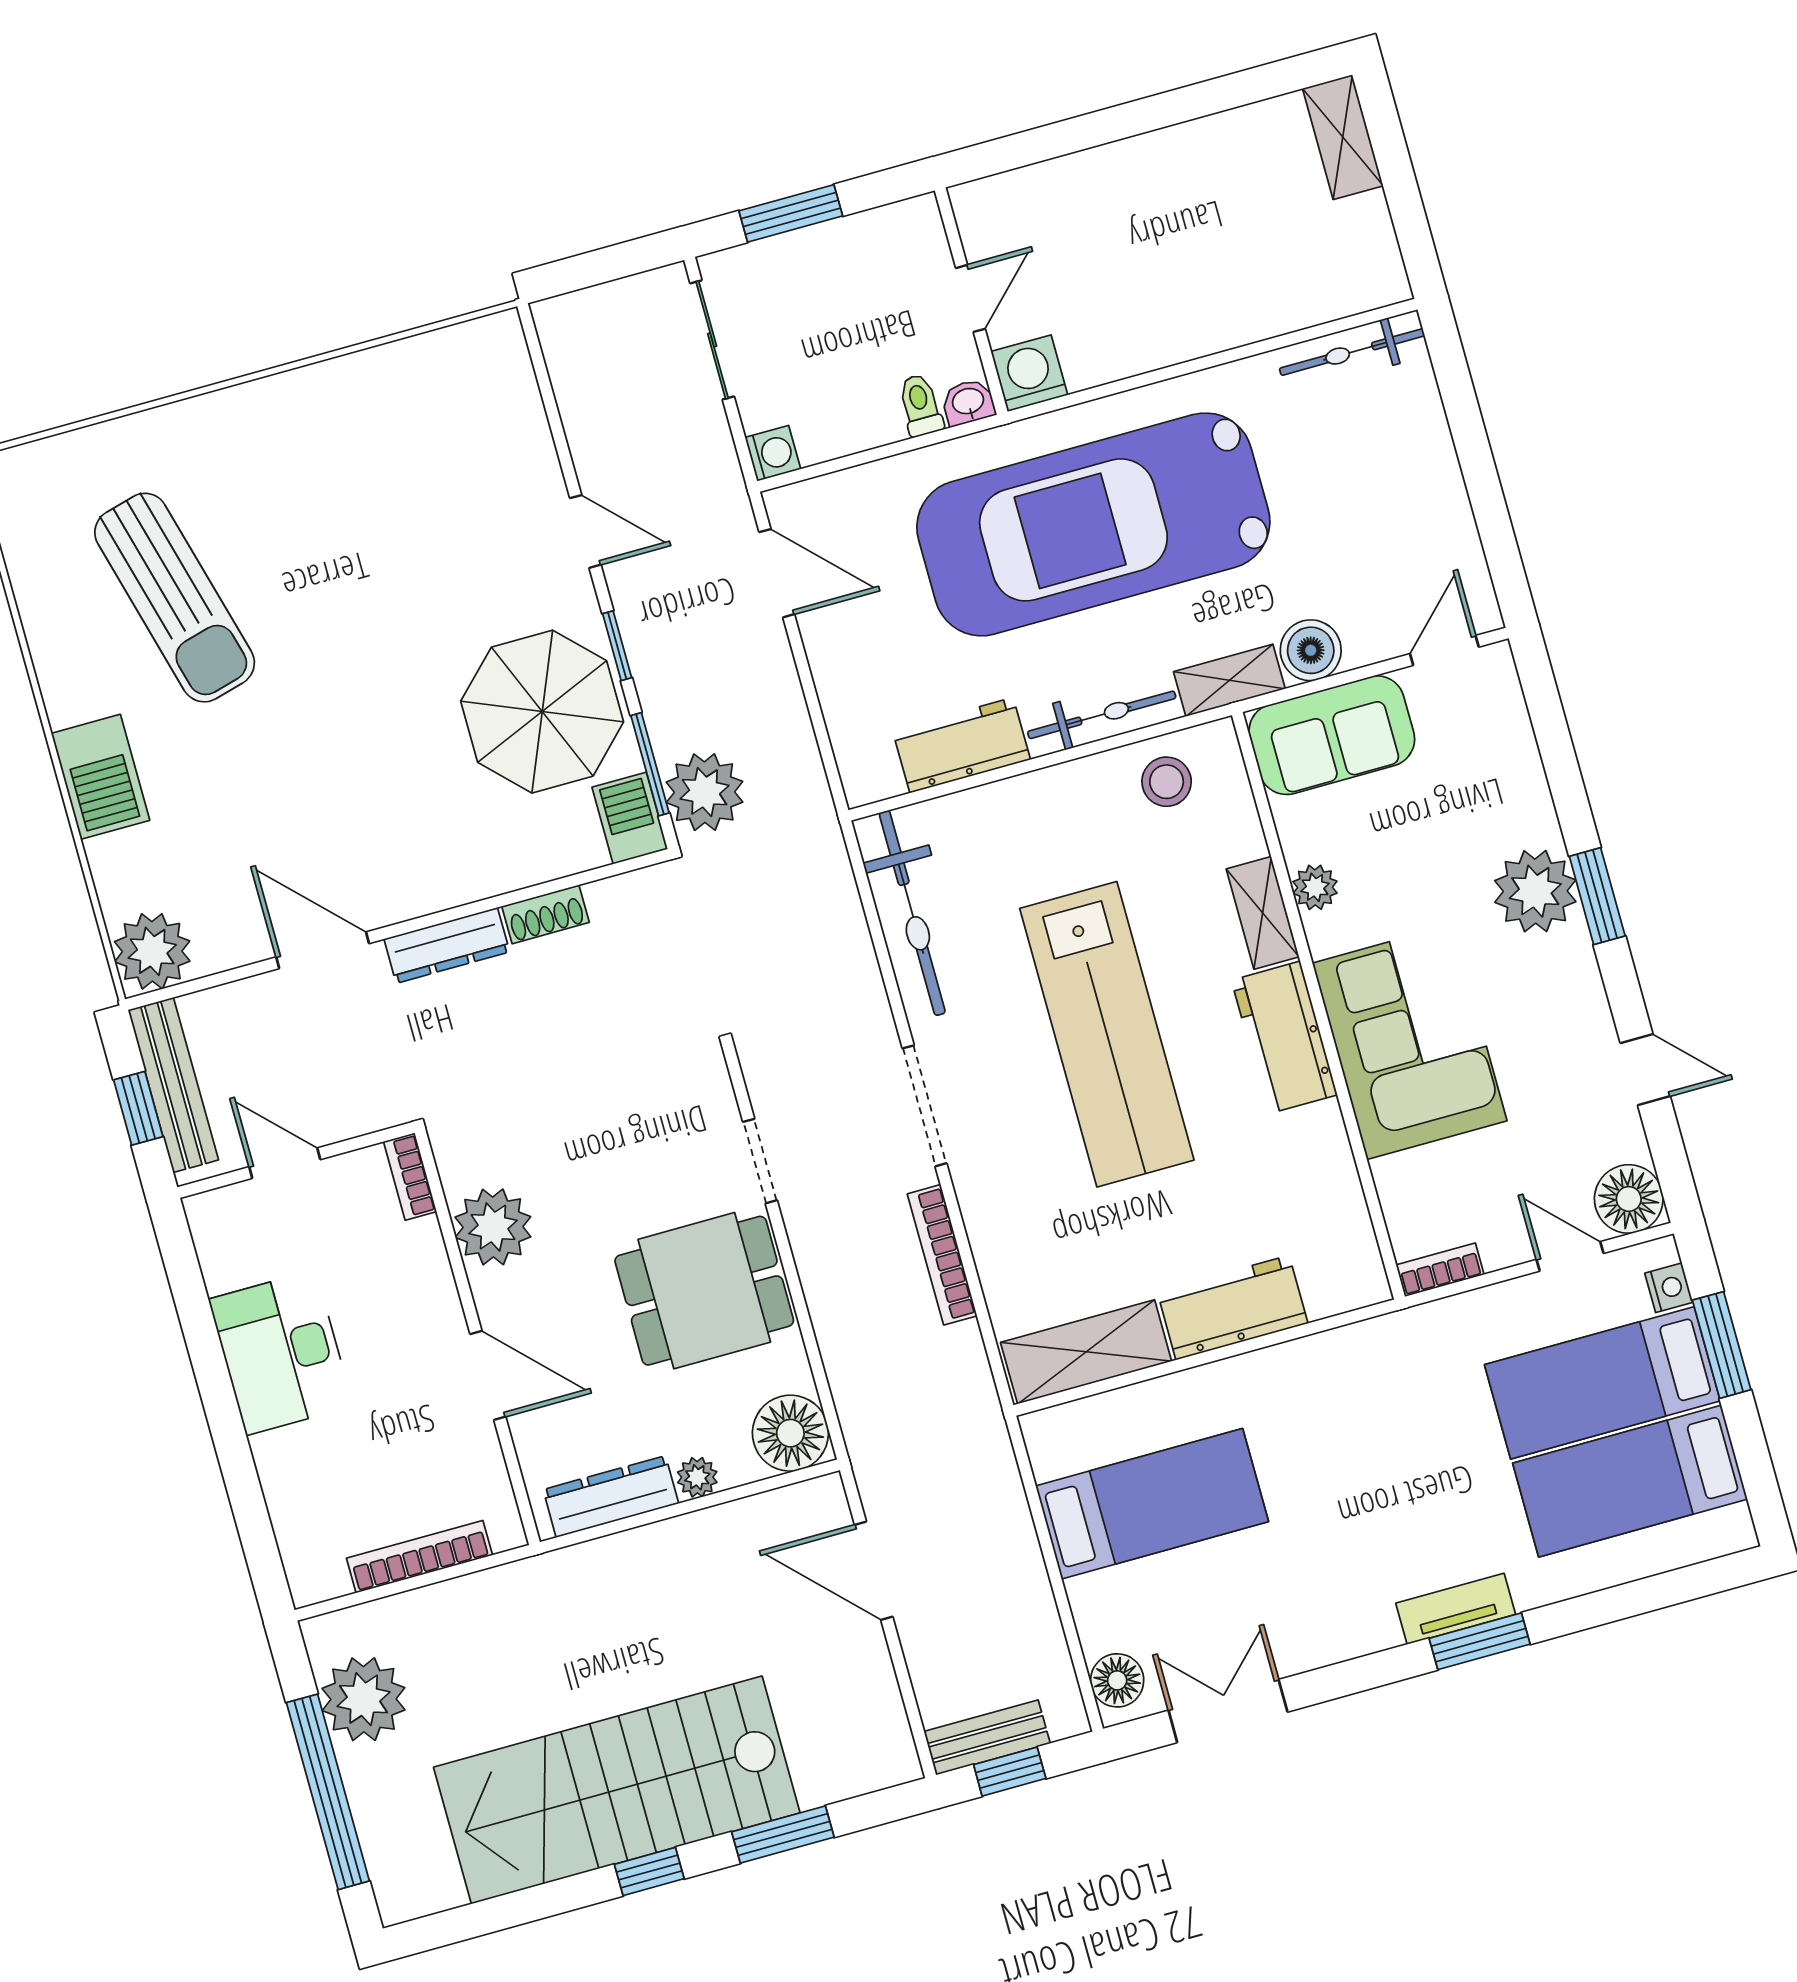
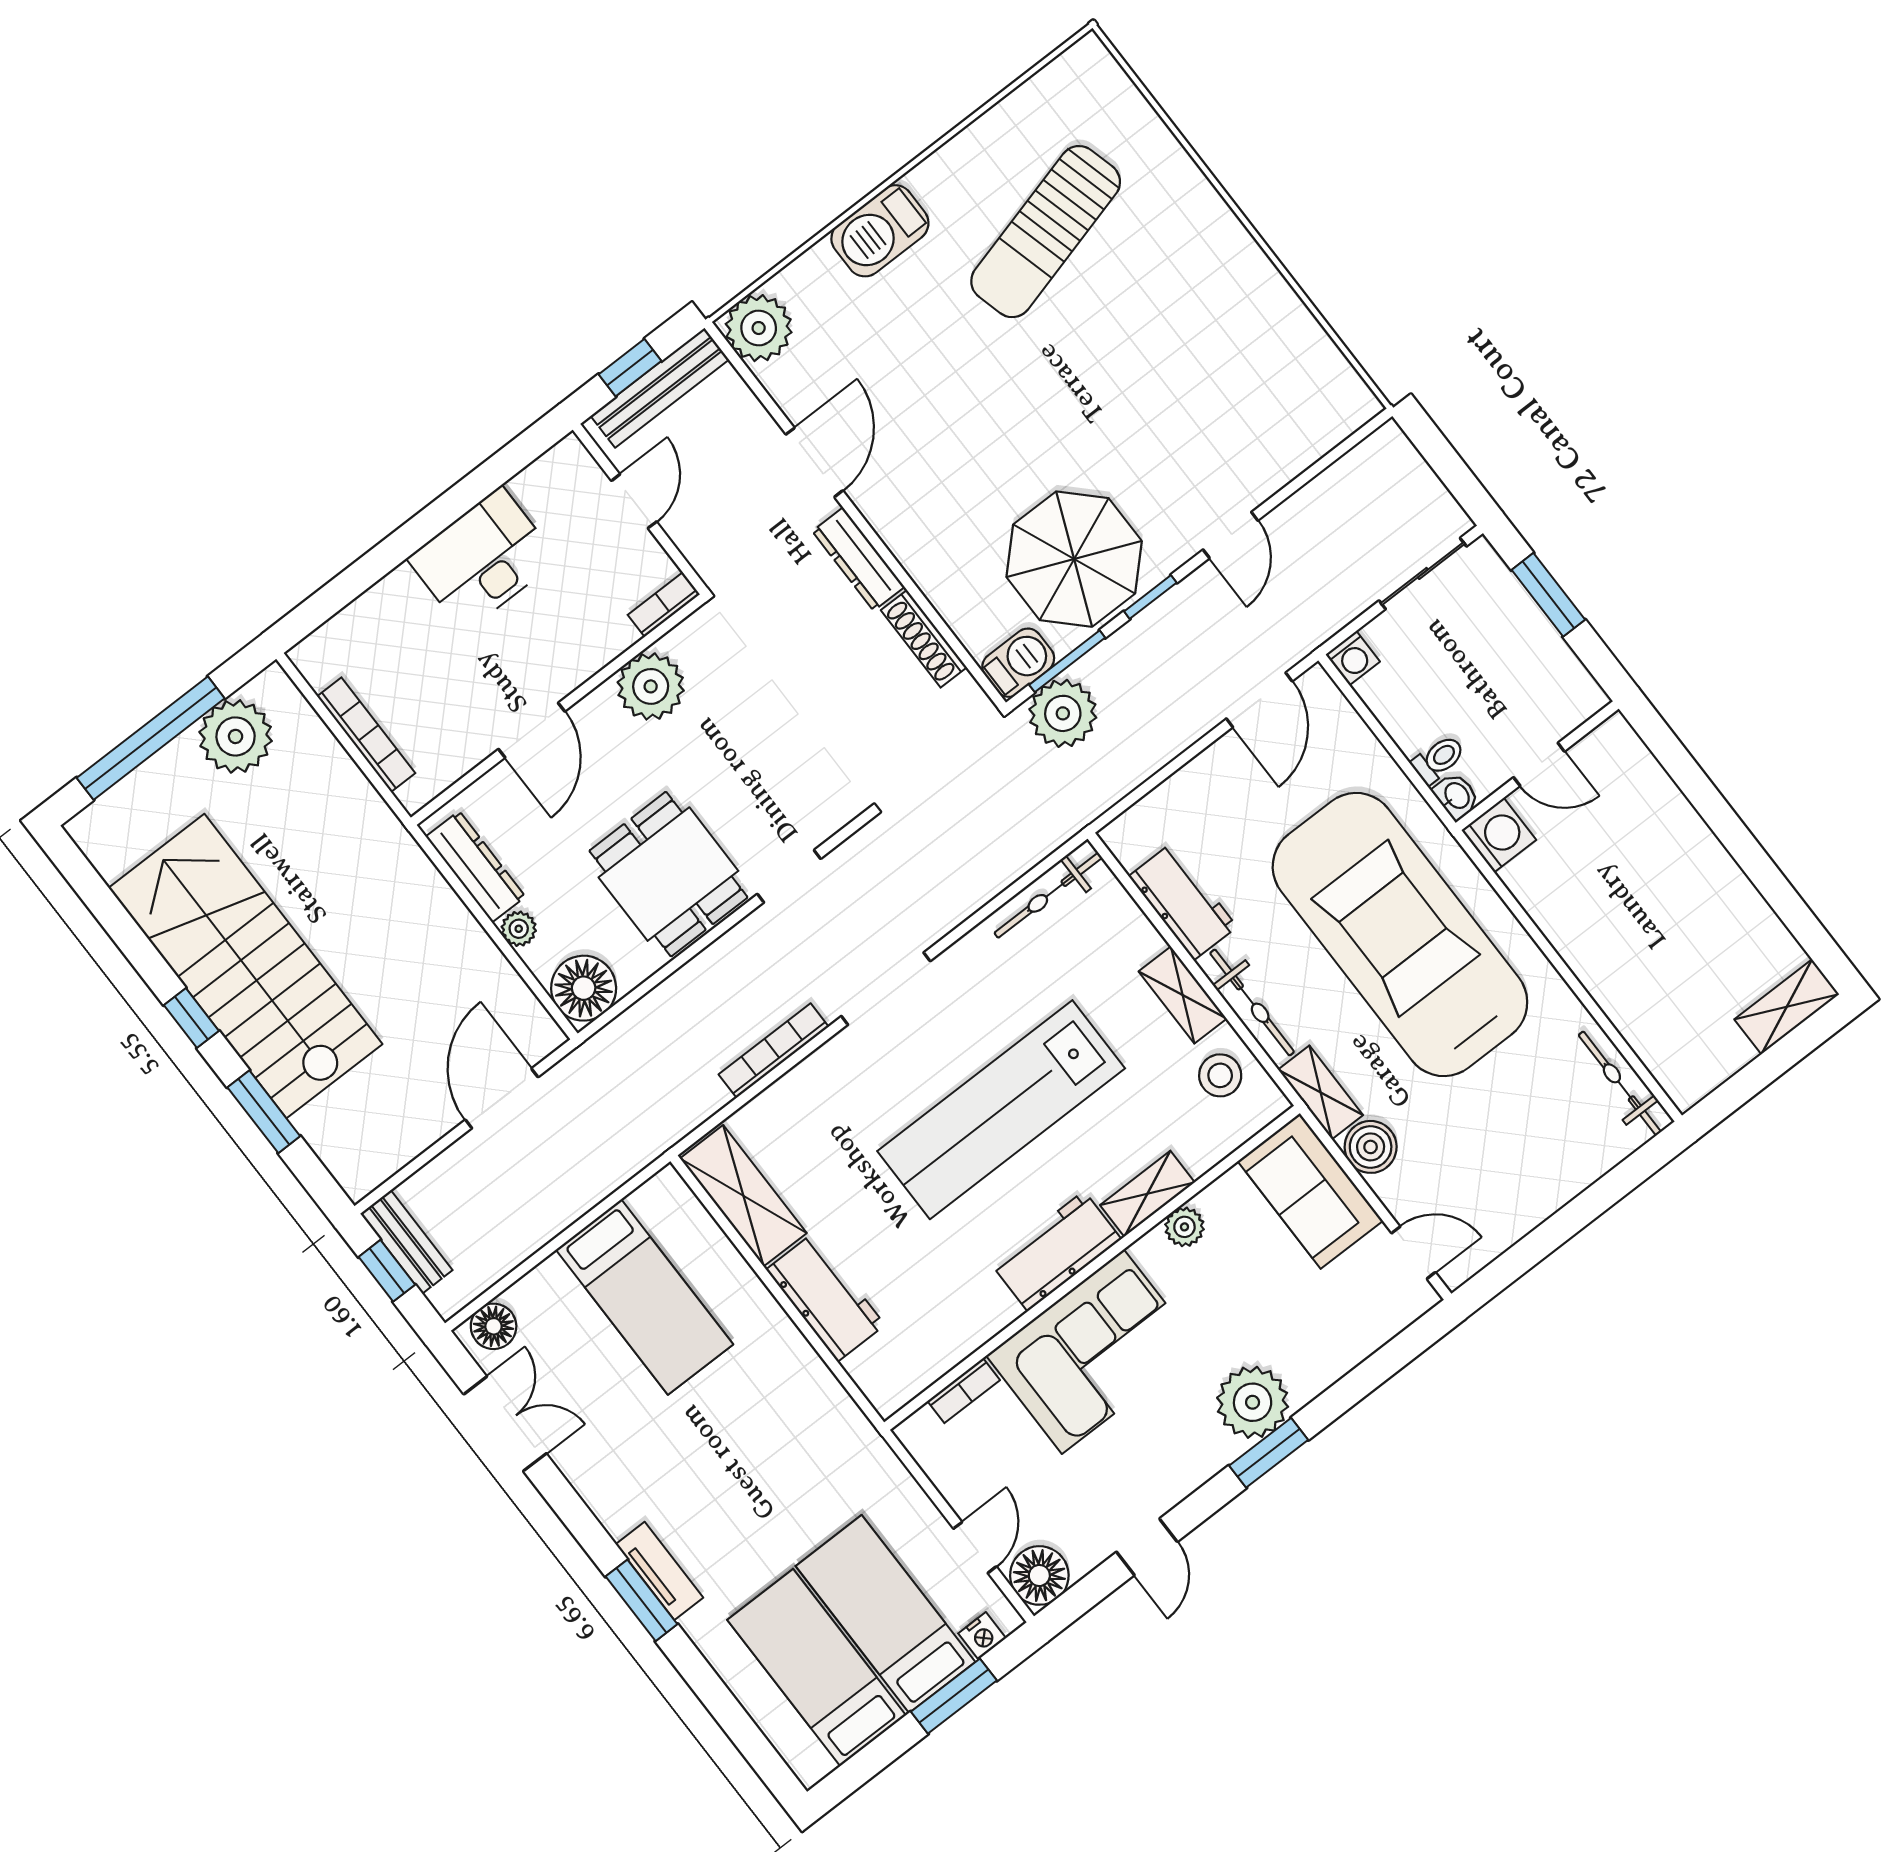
shelving: (1063, 787) -> (1183, 995), added
bicycle: (912, 913) -> (1048, 895), width x0.73, depth x0.71
shoe rack: (546, 914) -> (924, 639), width x1.43
bookcase: (1440, 1270) -> (964, 1391), moved, turned 90

